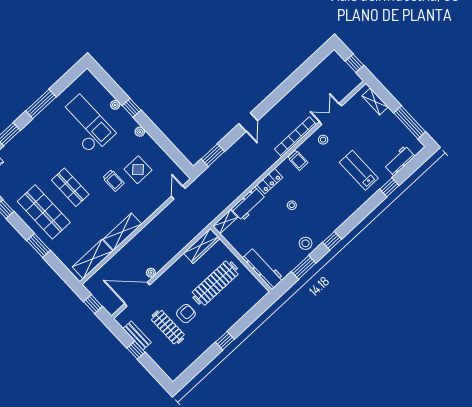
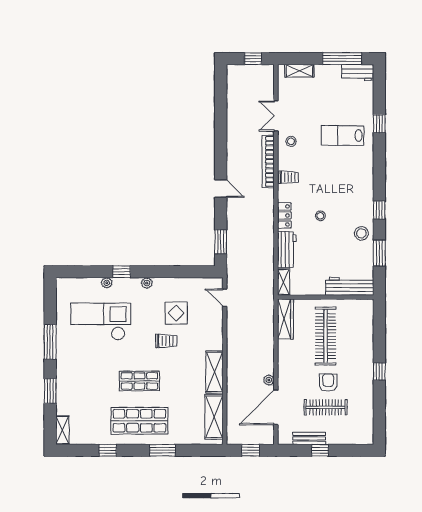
workbench: (399, 161) -> (358, 73), moved, turned -90

